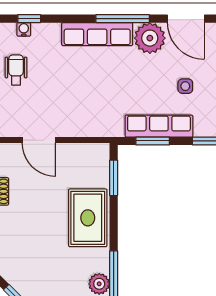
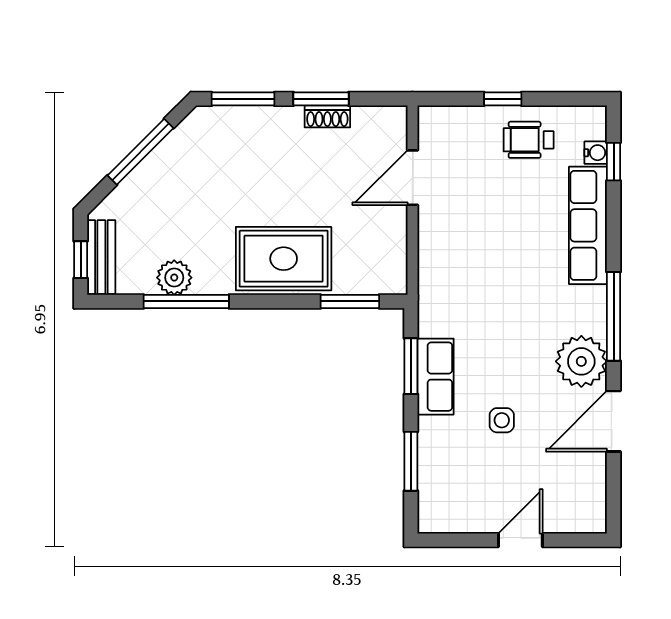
row of seats: (97, 34) -> (588, 225), moved
wheelchair: (16, 70) -> (529, 140), turned 180
row of seats: (159, 126) -> (436, 377), width x0.68

